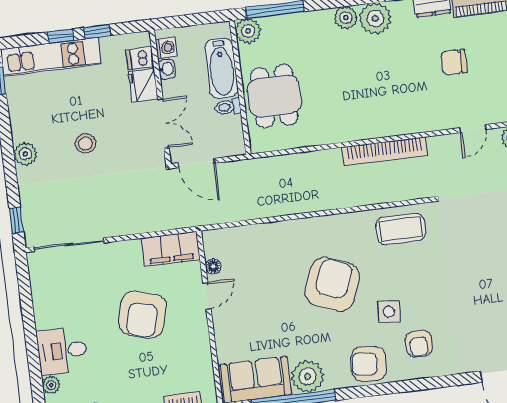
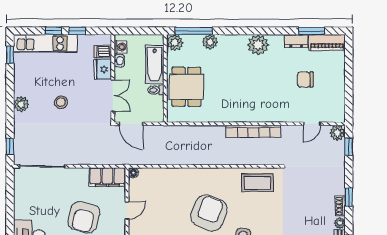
plant: (346, 18) -> (210, 42), moved
floor lamp: (213, 266) -> (133, 173), moved

